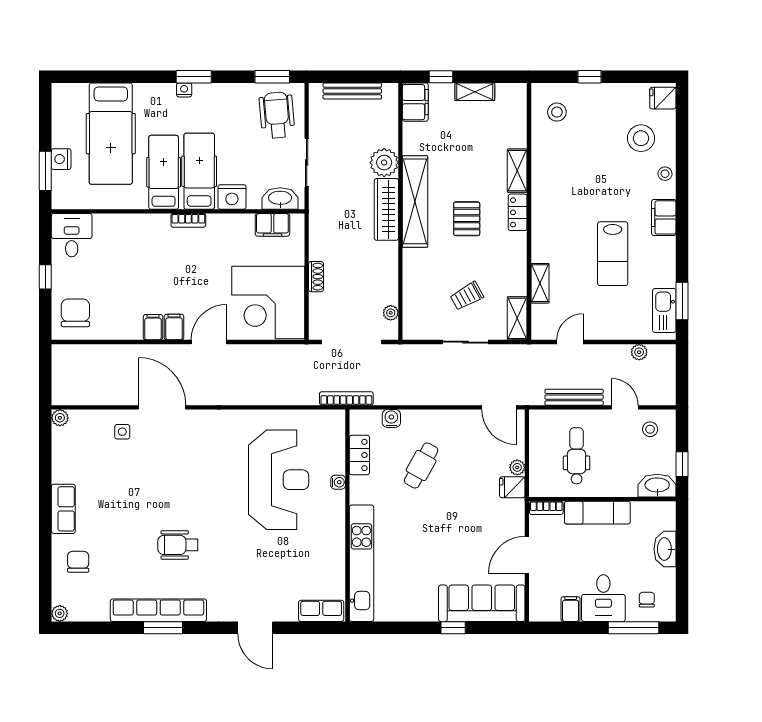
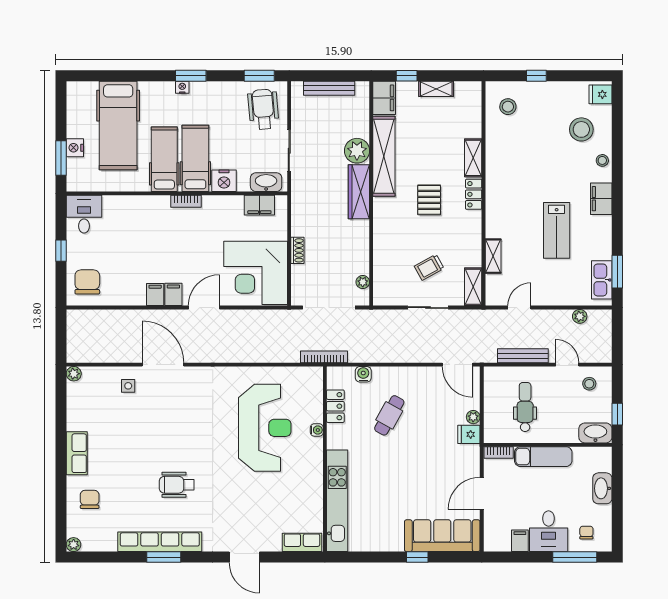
shelving: (415, 201) -> (384, 156), moved

